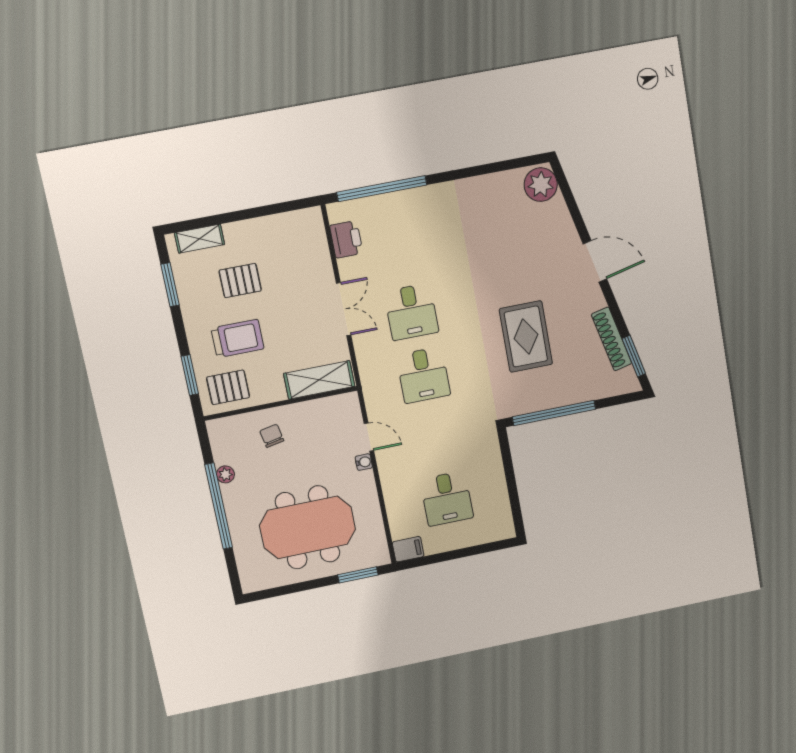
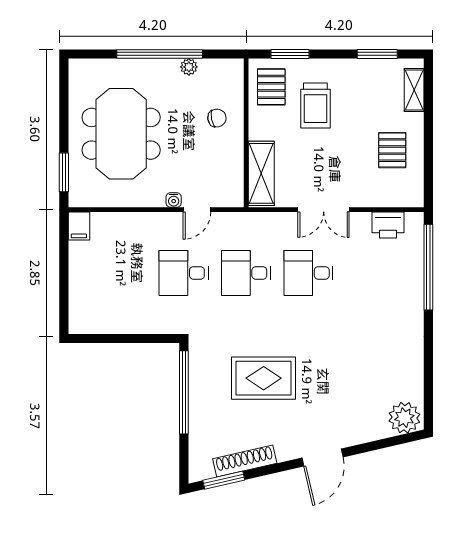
pallet: (240, 281) -> (392, 150), moved
desk: (447, 498) -> (184, 273), moved

